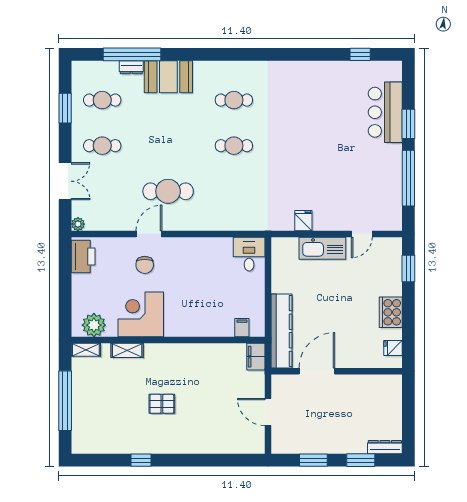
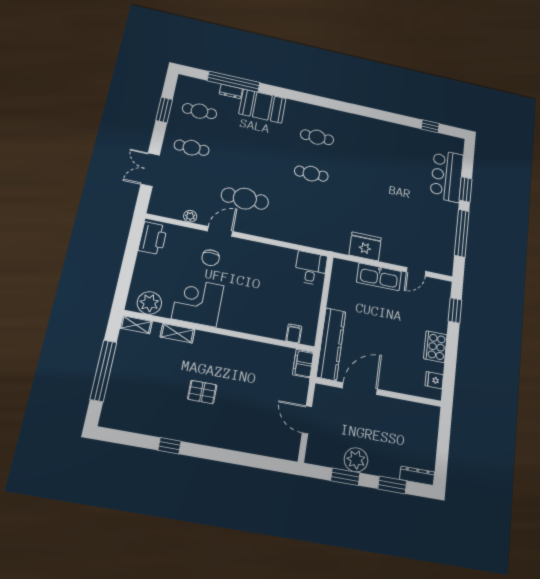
double door: (65, 181) -> (150, 170), swing flipped
fridge: (303, 221) -> (365, 246), width x1.88, depth x1.34
plant: (78, 224) -> (190, 216), moved
plant: (322, 442) -> (356, 460), added

